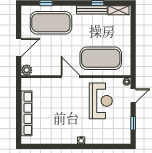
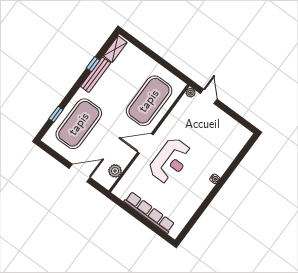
door: (19, 48) -> (80, 173), hinge flipped
plant: (27, 70) -> (115, 171), moved
reception desk: (101, 101) -> (170, 161), moved, turned 90
window: (133, 123) -> (235, 116), removed

